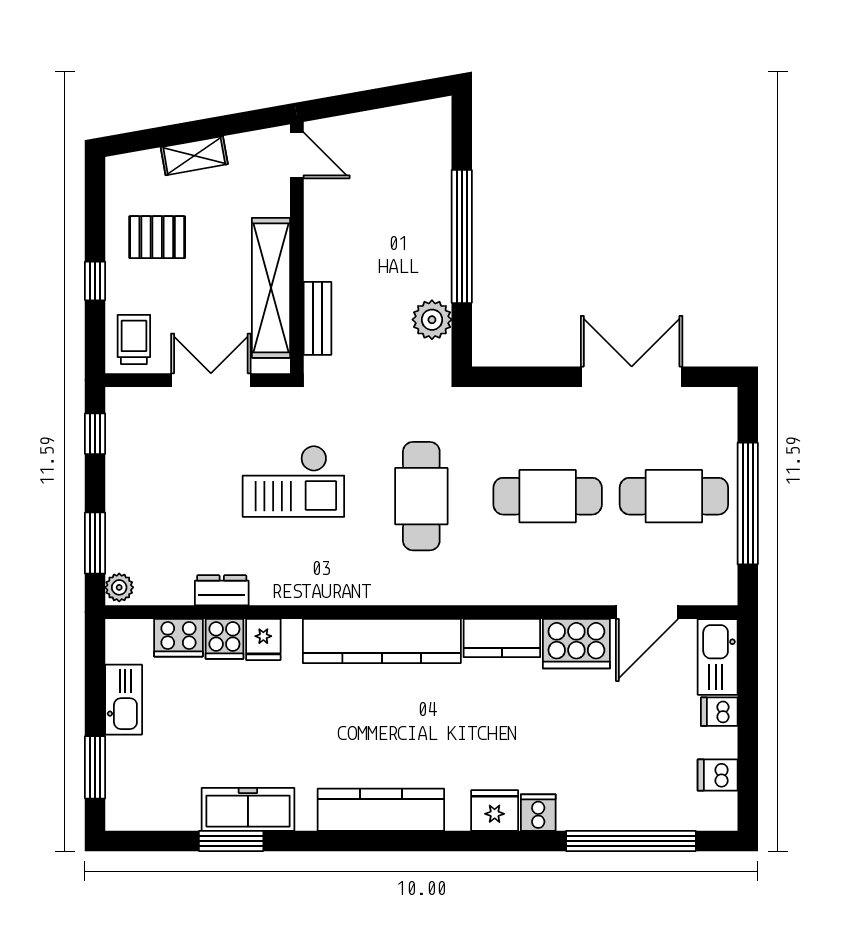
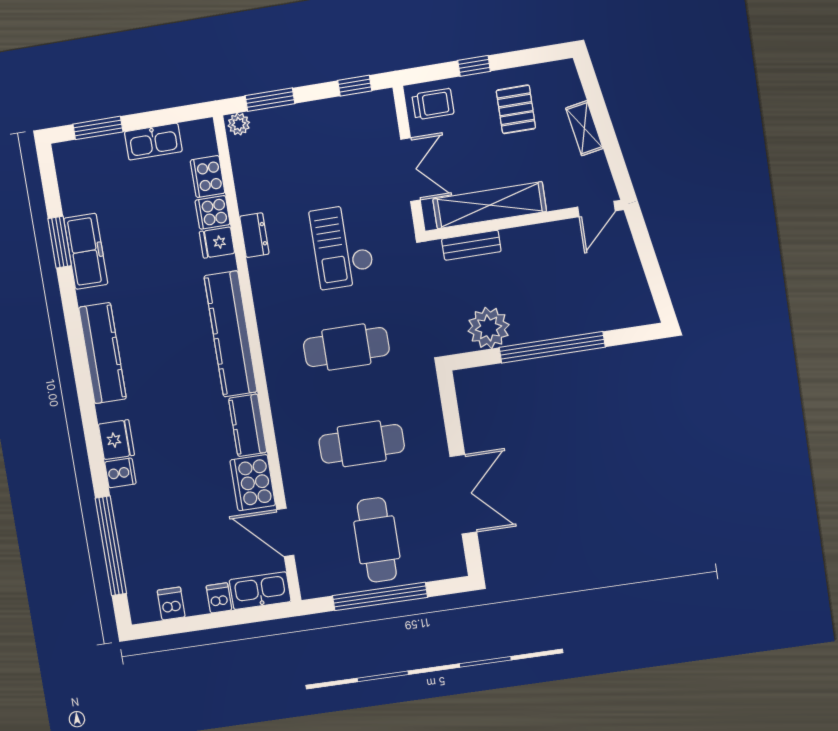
plant: (432, 320) -> (489, 328), width x1.36, depth x1.36
cafe table: (548, 496) -> (362, 444), turned 90
dresser: (222, 590) -> (254, 235), moved

